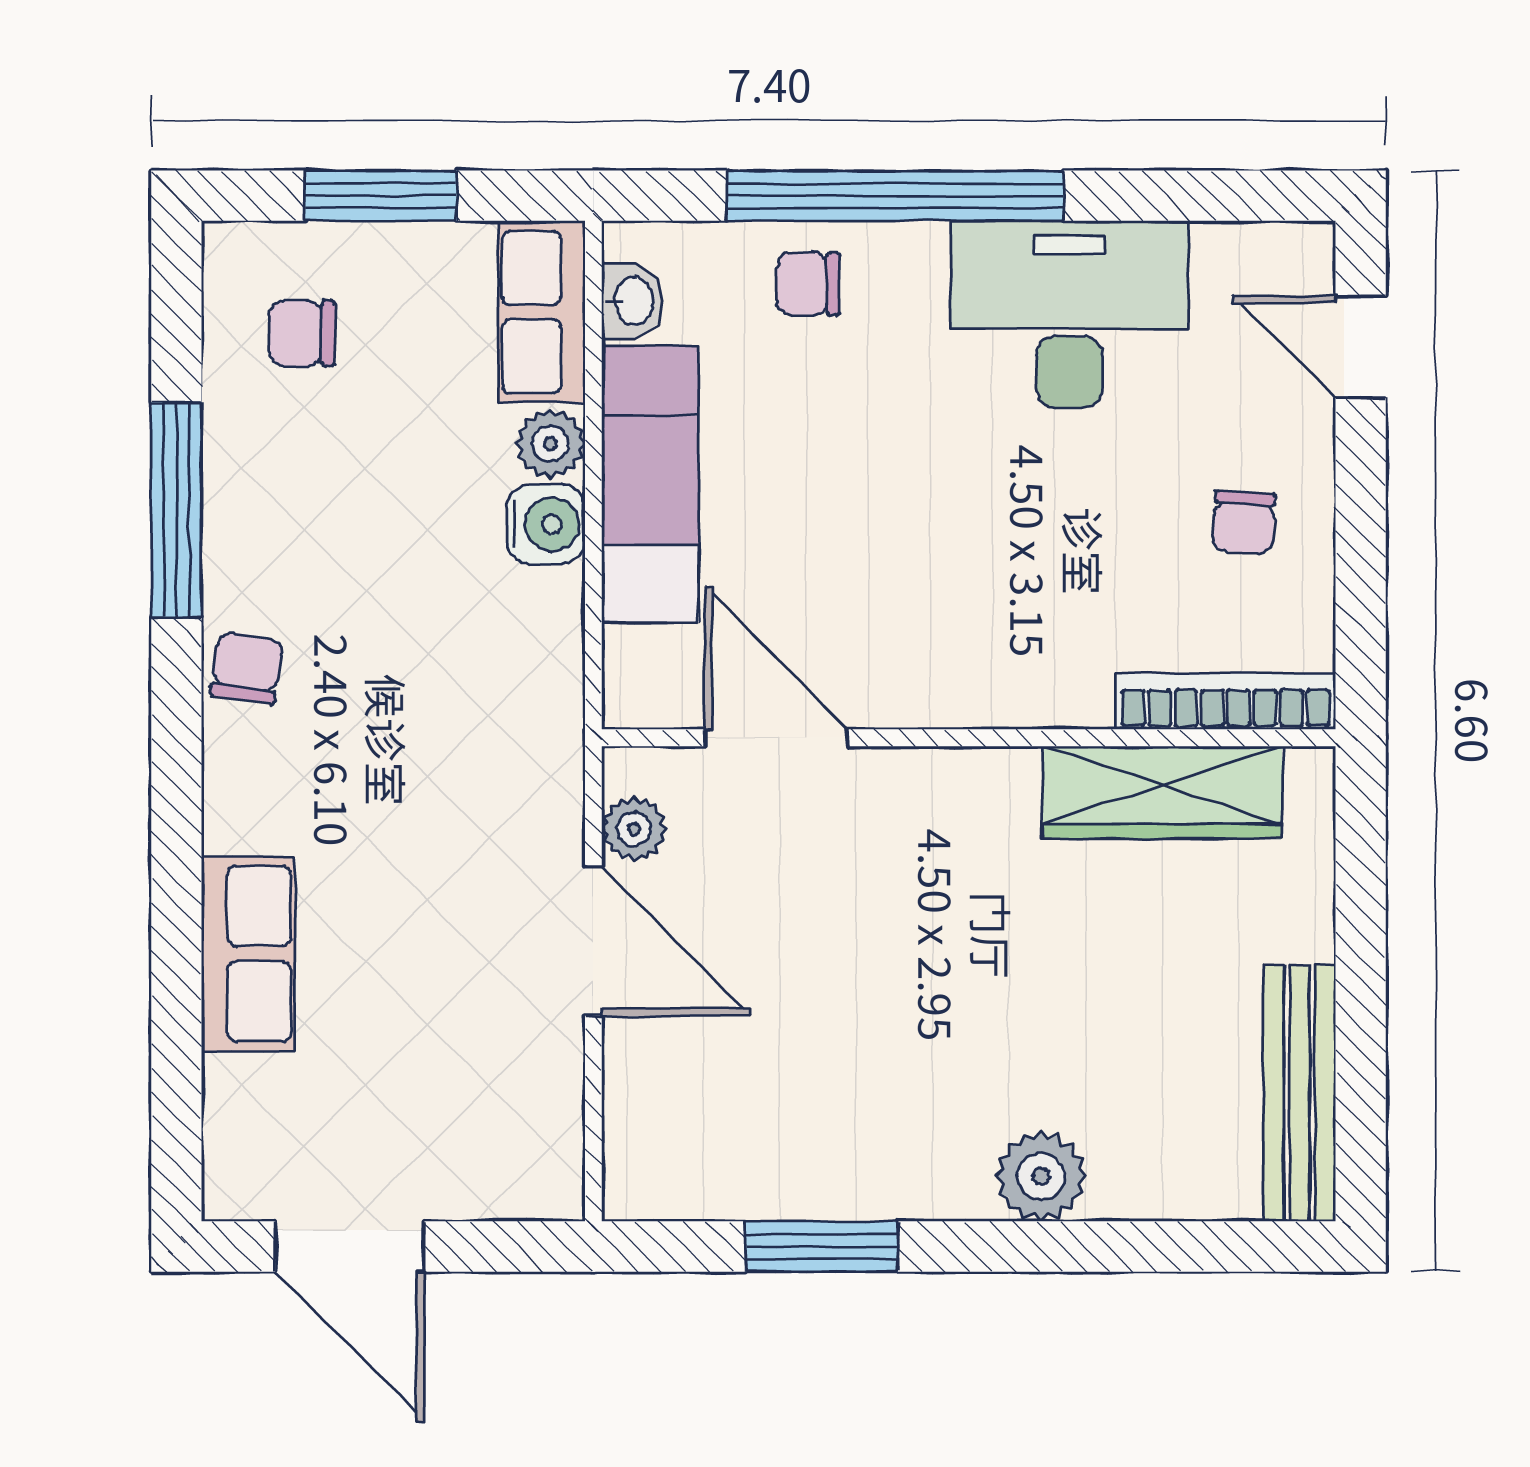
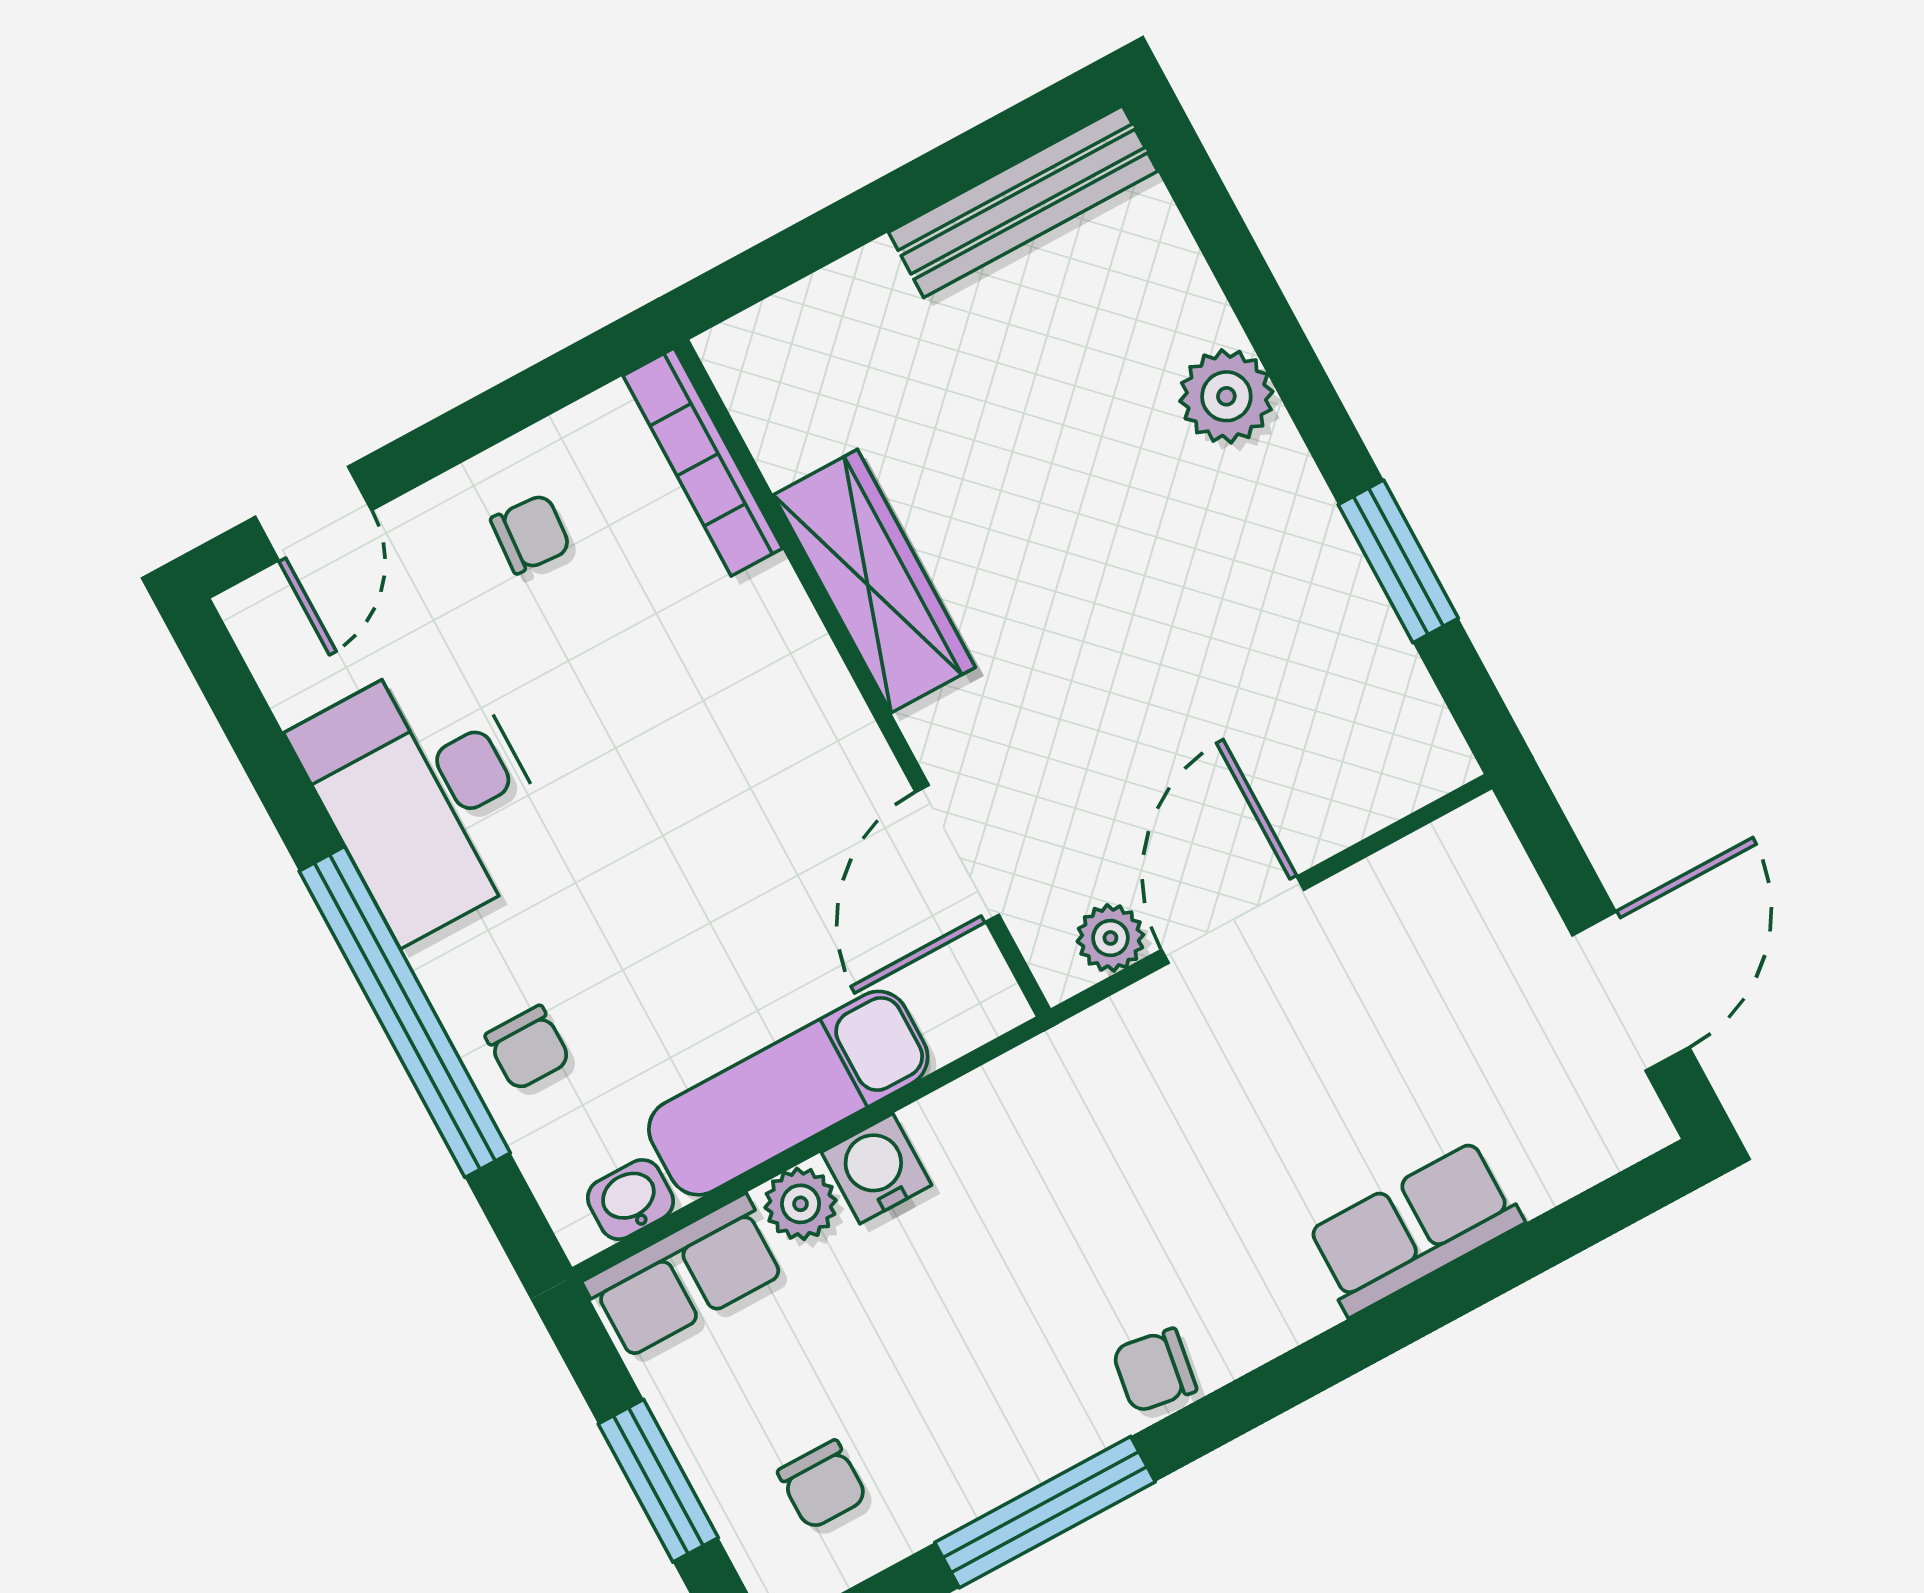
wardrobe: (1162, 792) -> (874, 581), moved

